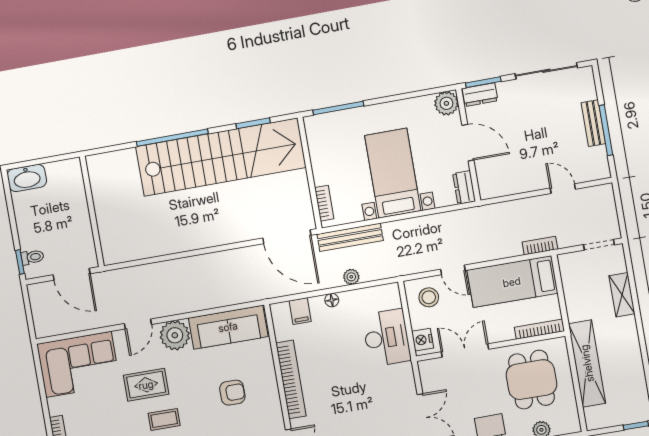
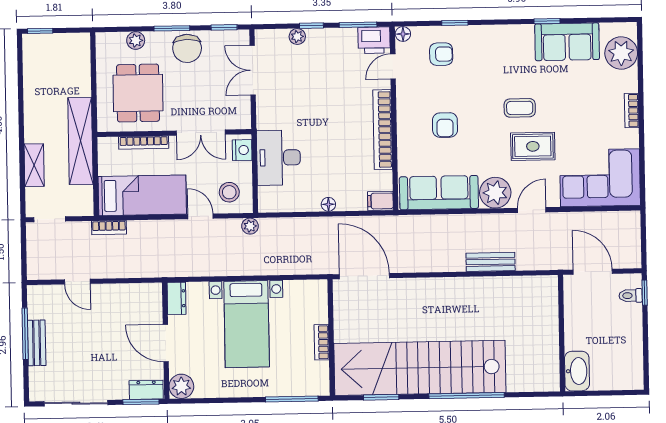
washbasin: (27, 178) -> (577, 371), moved, turned 90
bookcase: (324, 203) -> (322, 342), moved
bench: (350, 237) -> (491, 262), moved, width x0.73
plant: (351, 277) -> (250, 226), moved
filing cabinet: (300, 311) -> (380, 201), moved, turned -90
bookcase: (539, 329) -> (144, 143), moved
shelving: (587, 363) -> (80, 141), moved
armchair: (232, 393) -> (445, 125), turned -90

